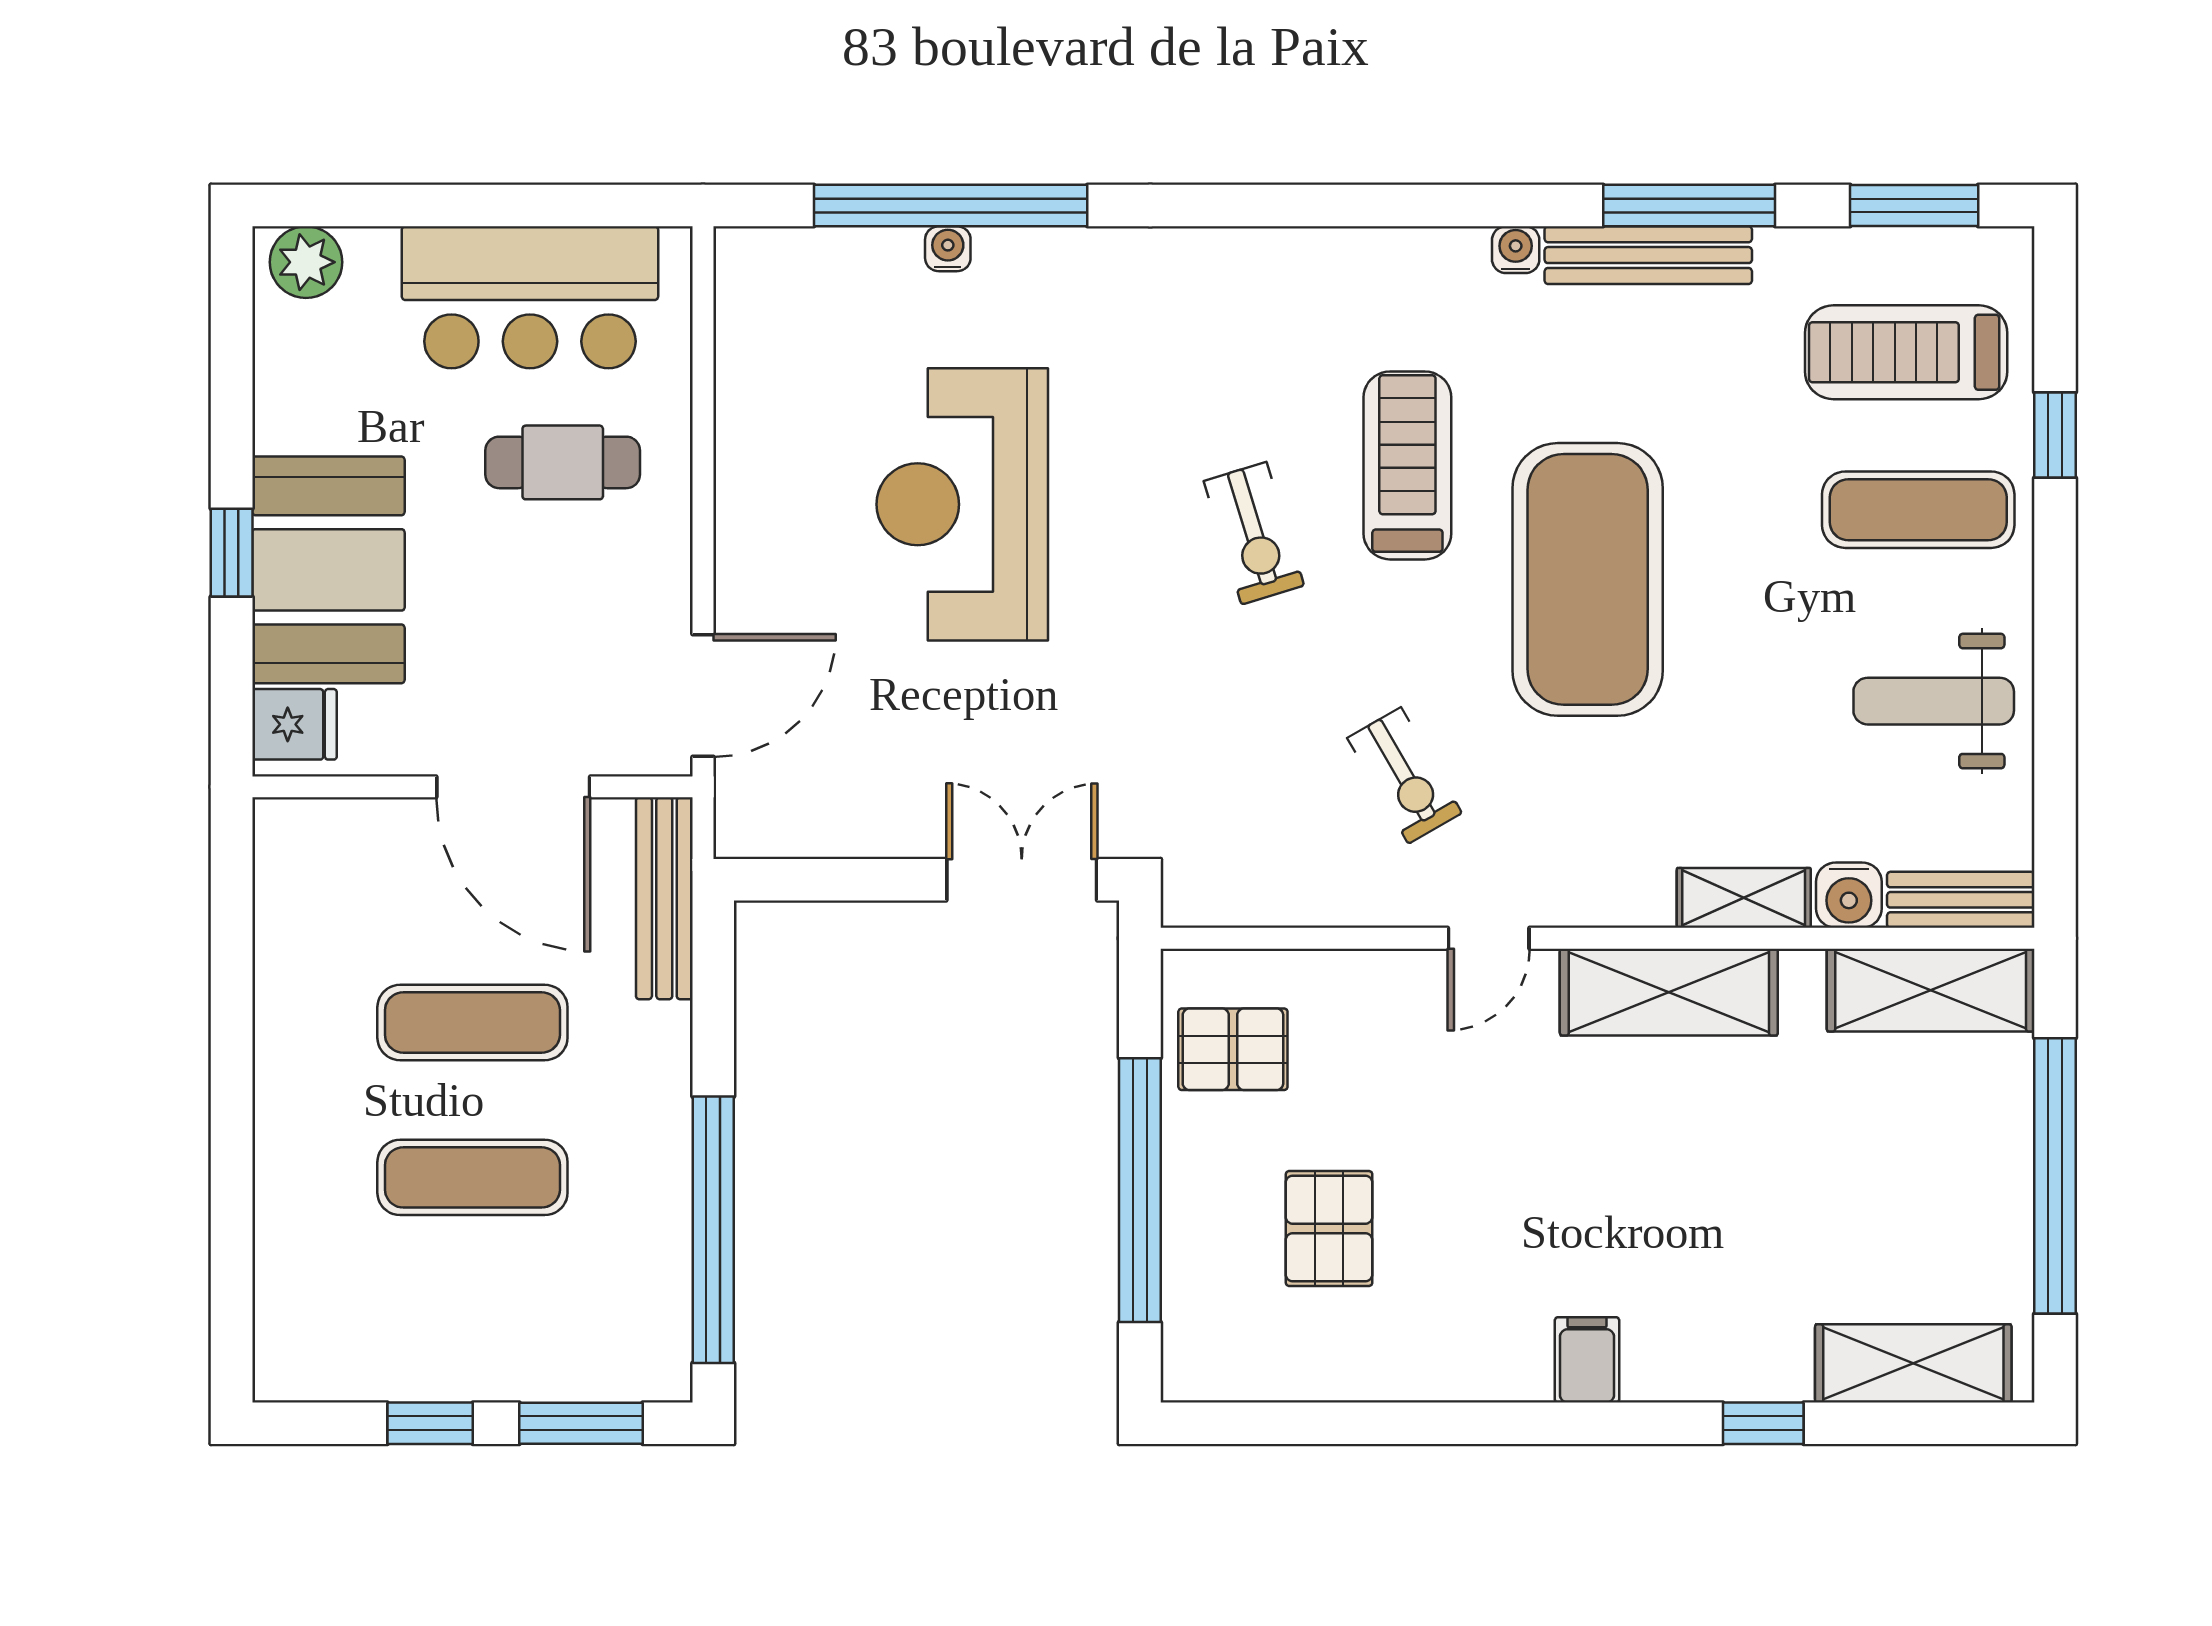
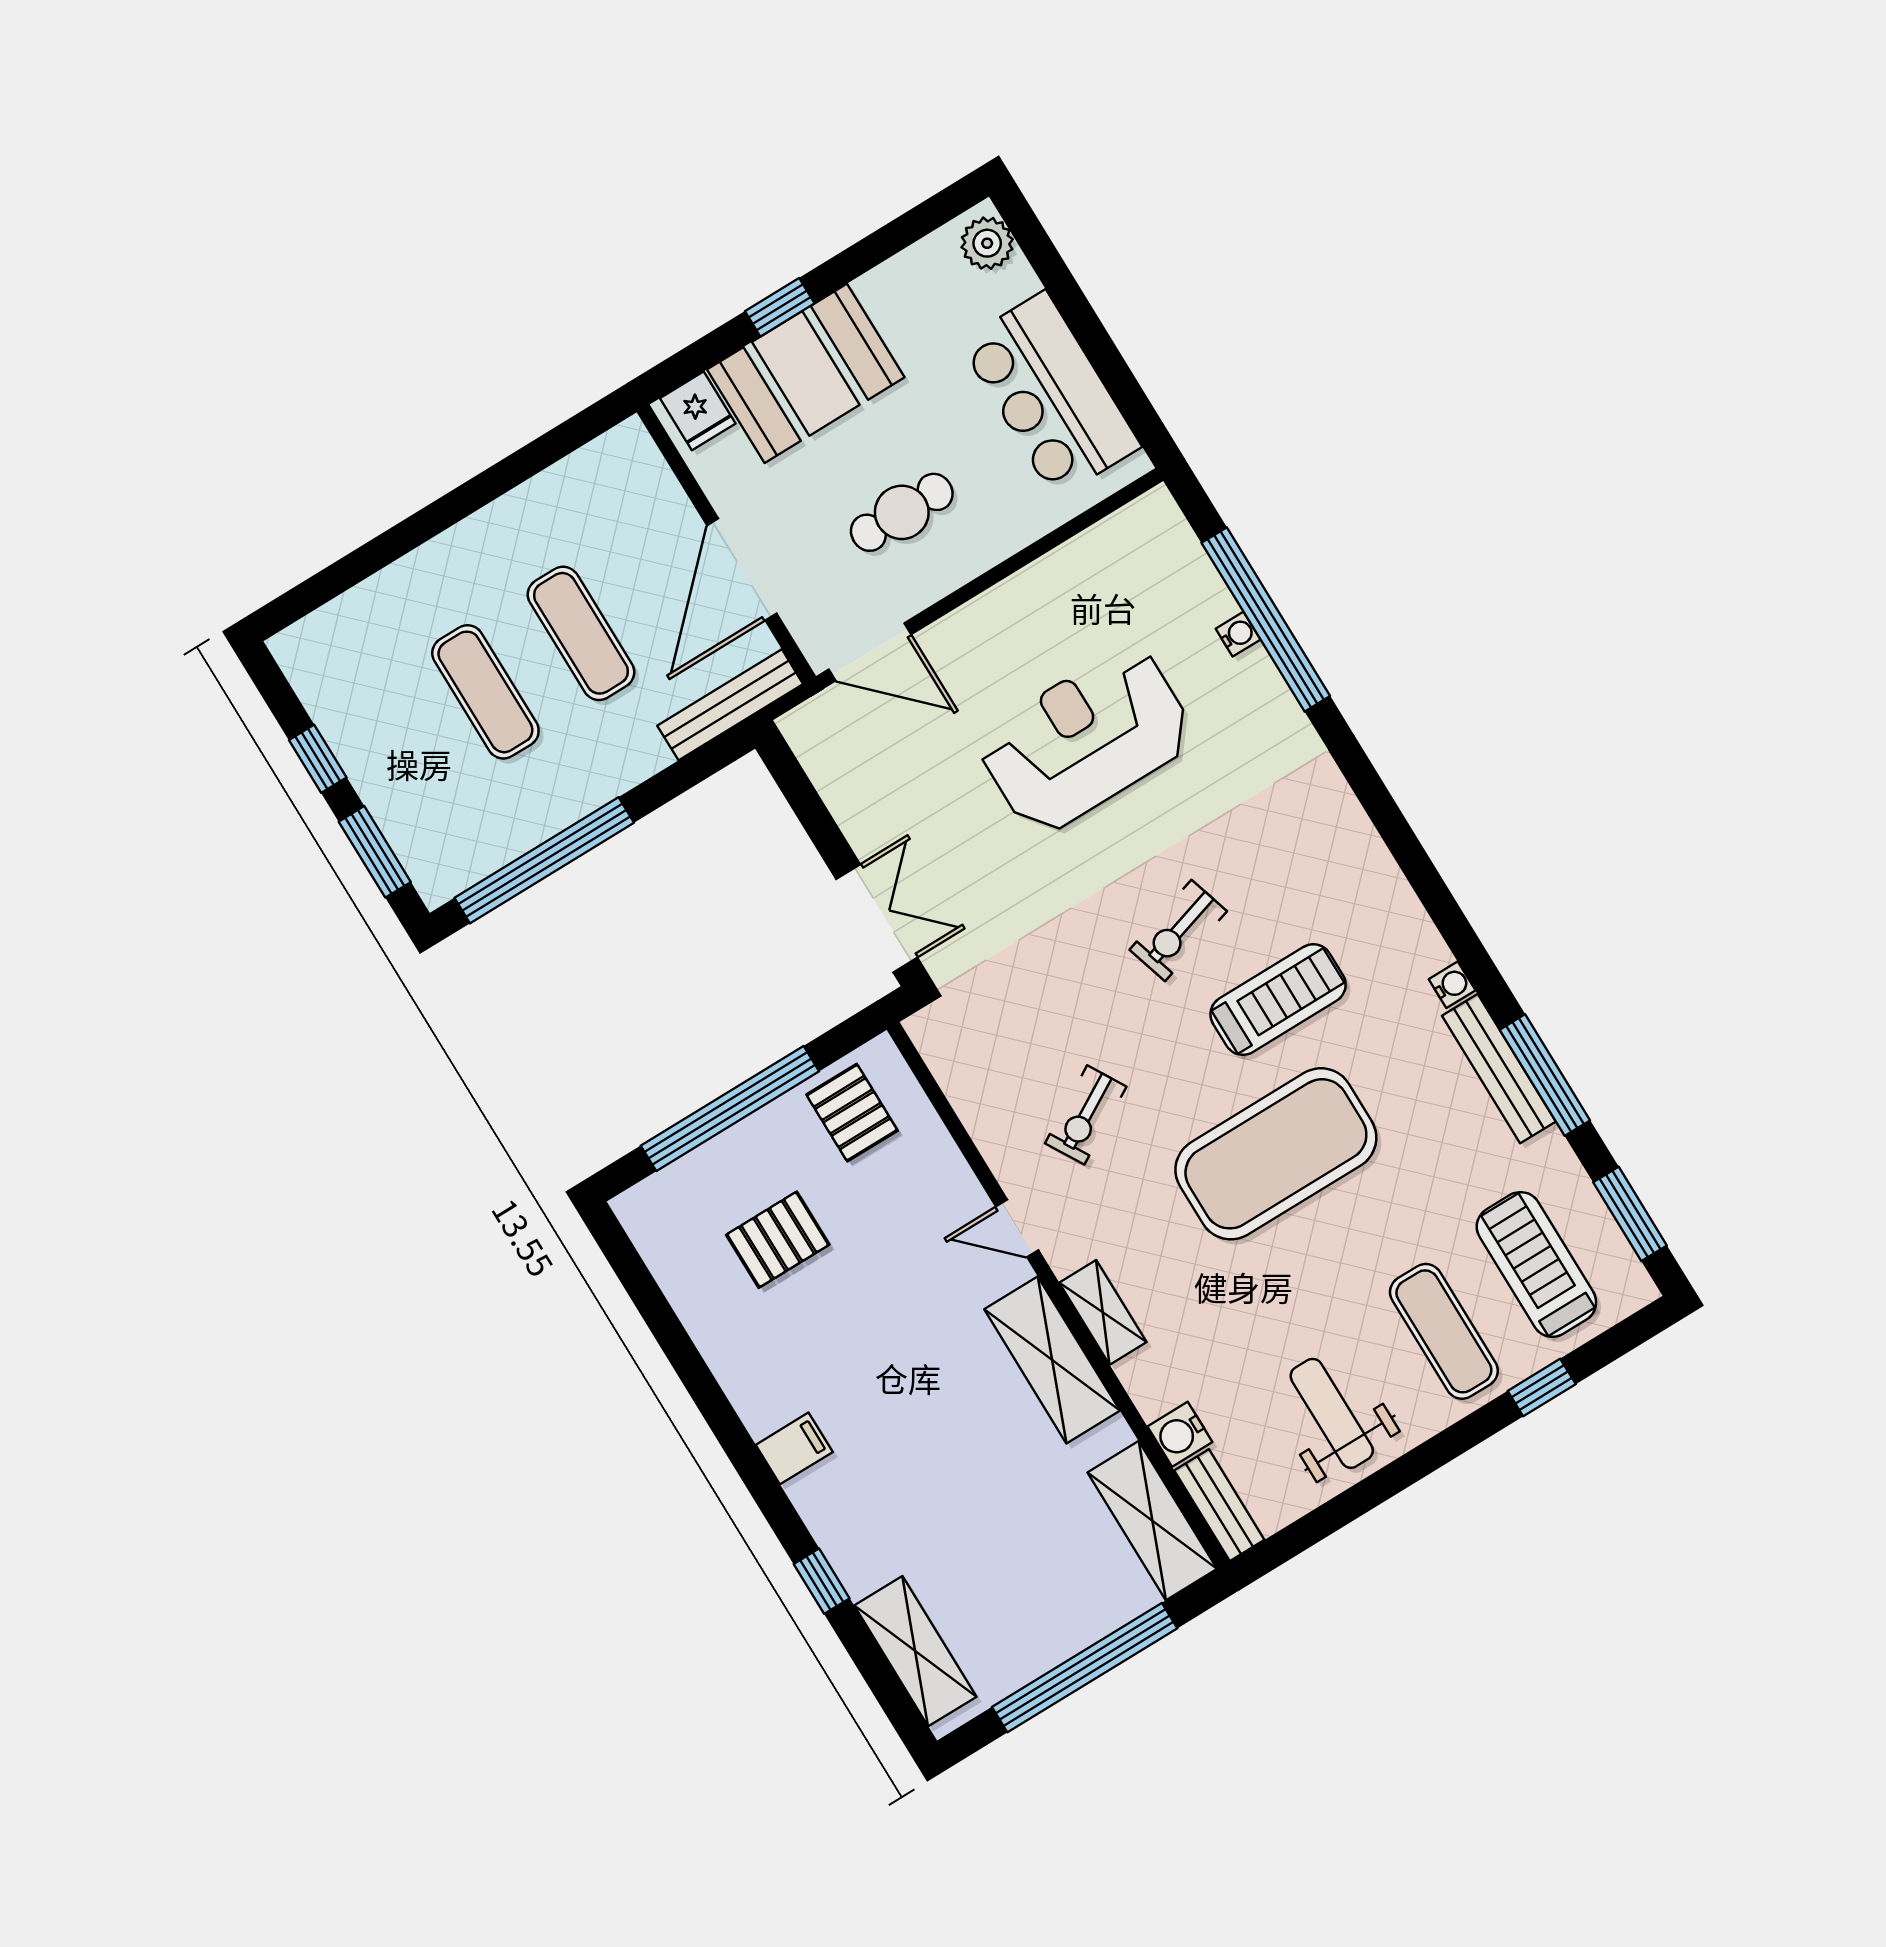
cafe table: (563, 462) -> (902, 512), moved, turned 90
shelving: (1744, 898) -> (1103, 1312), moved

